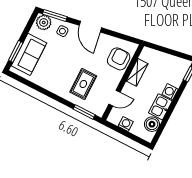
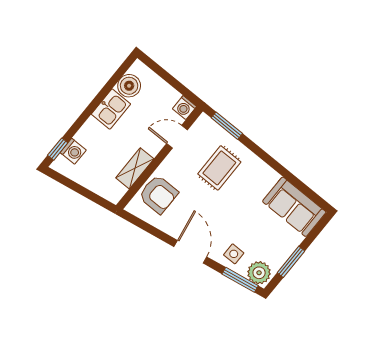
window: (16, 51) -> (291, 262), moved
sofa: (29, 54) -> (294, 207), moved, turned -90
armchair: (119, 59) -> (158, 194), turned -90
washing machine: (170, 92) -> (73, 151), moved
washing machine: (126, 124) -> (185, 108), moved

